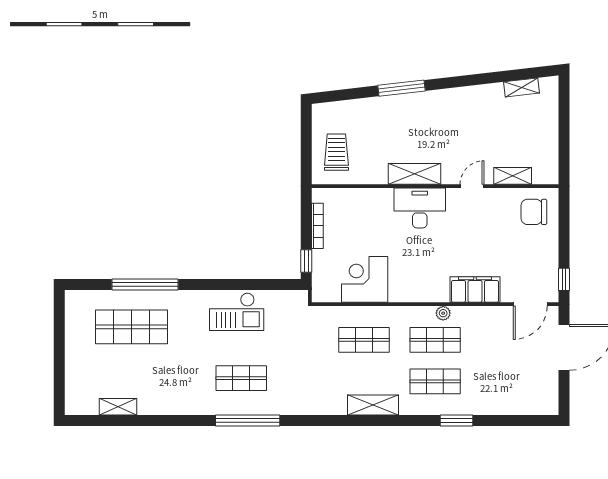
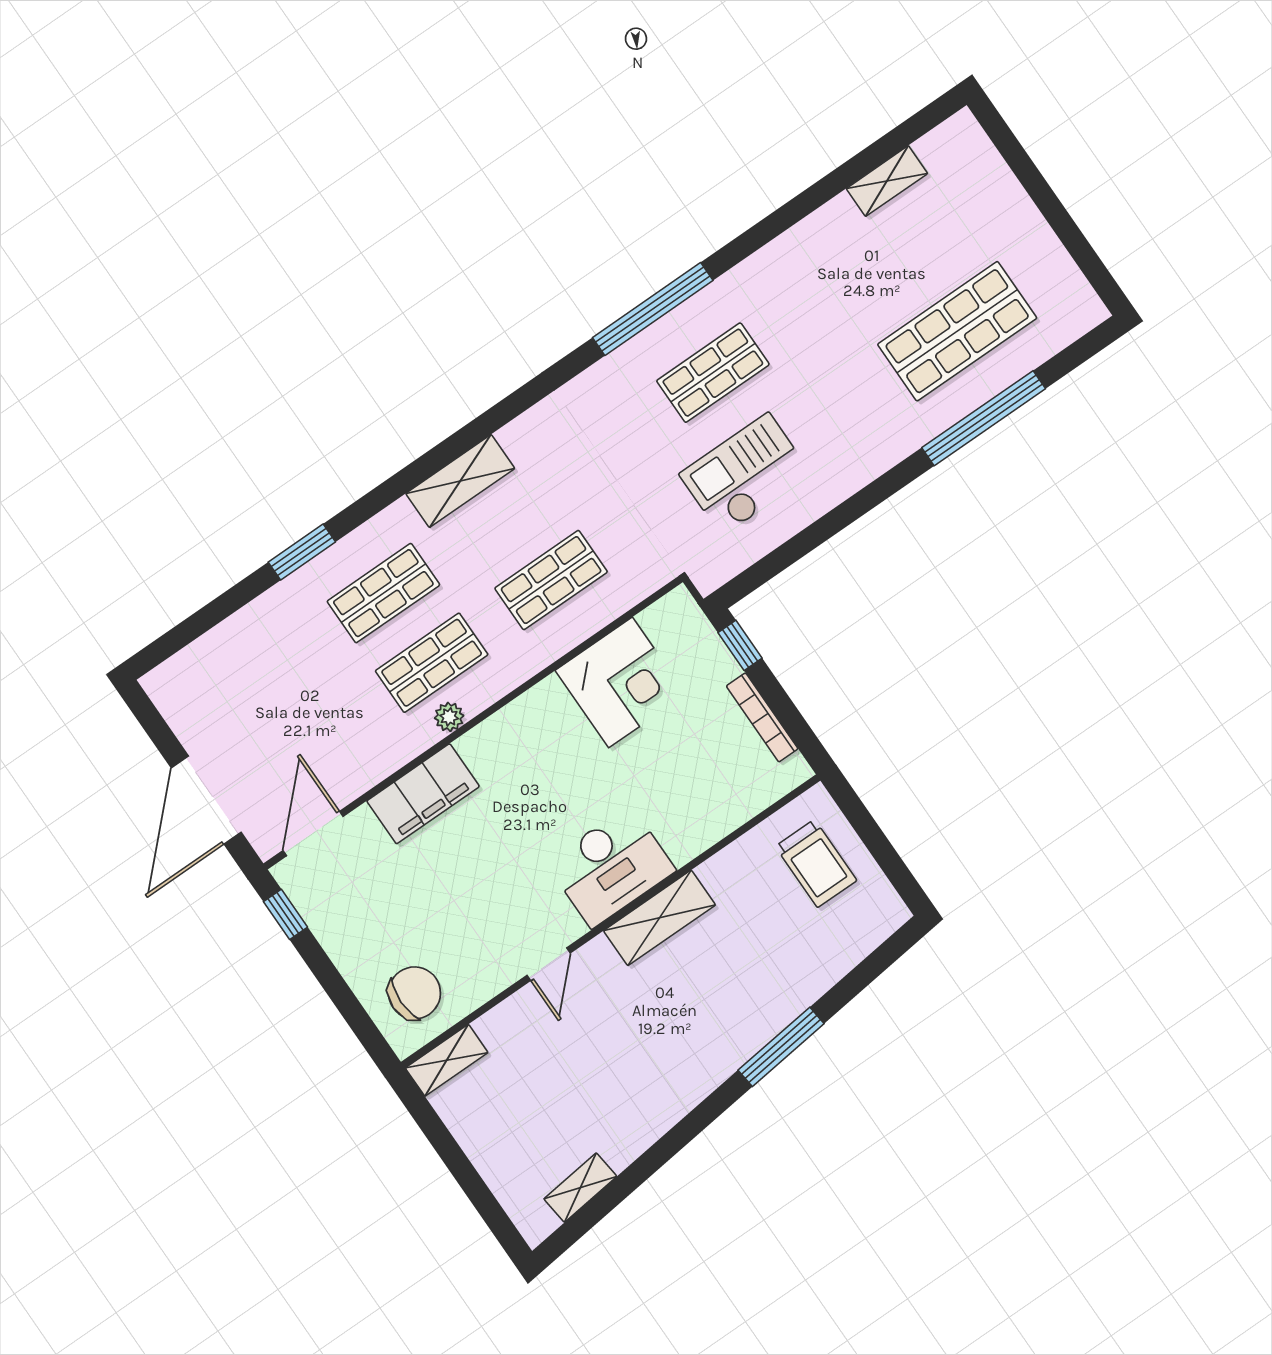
shelving: (513, 176) -> (447, 1060), moved
checkout: (237, 312) -> (745, 474), moved

